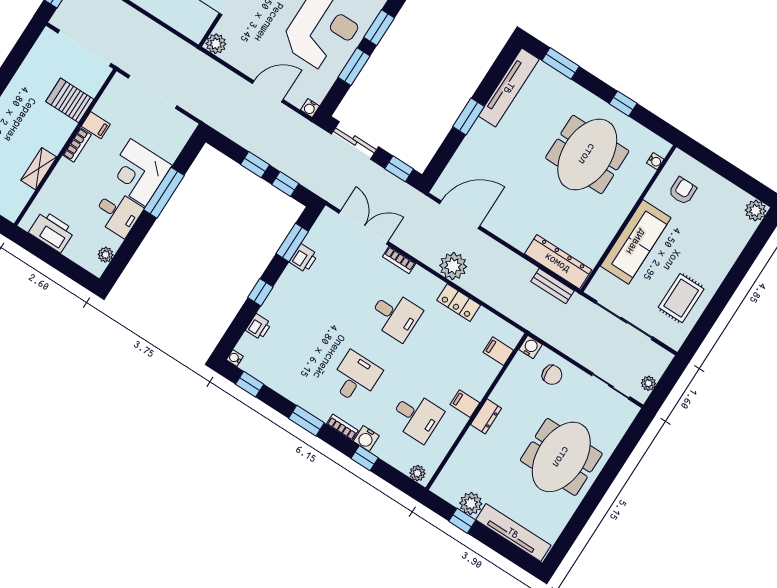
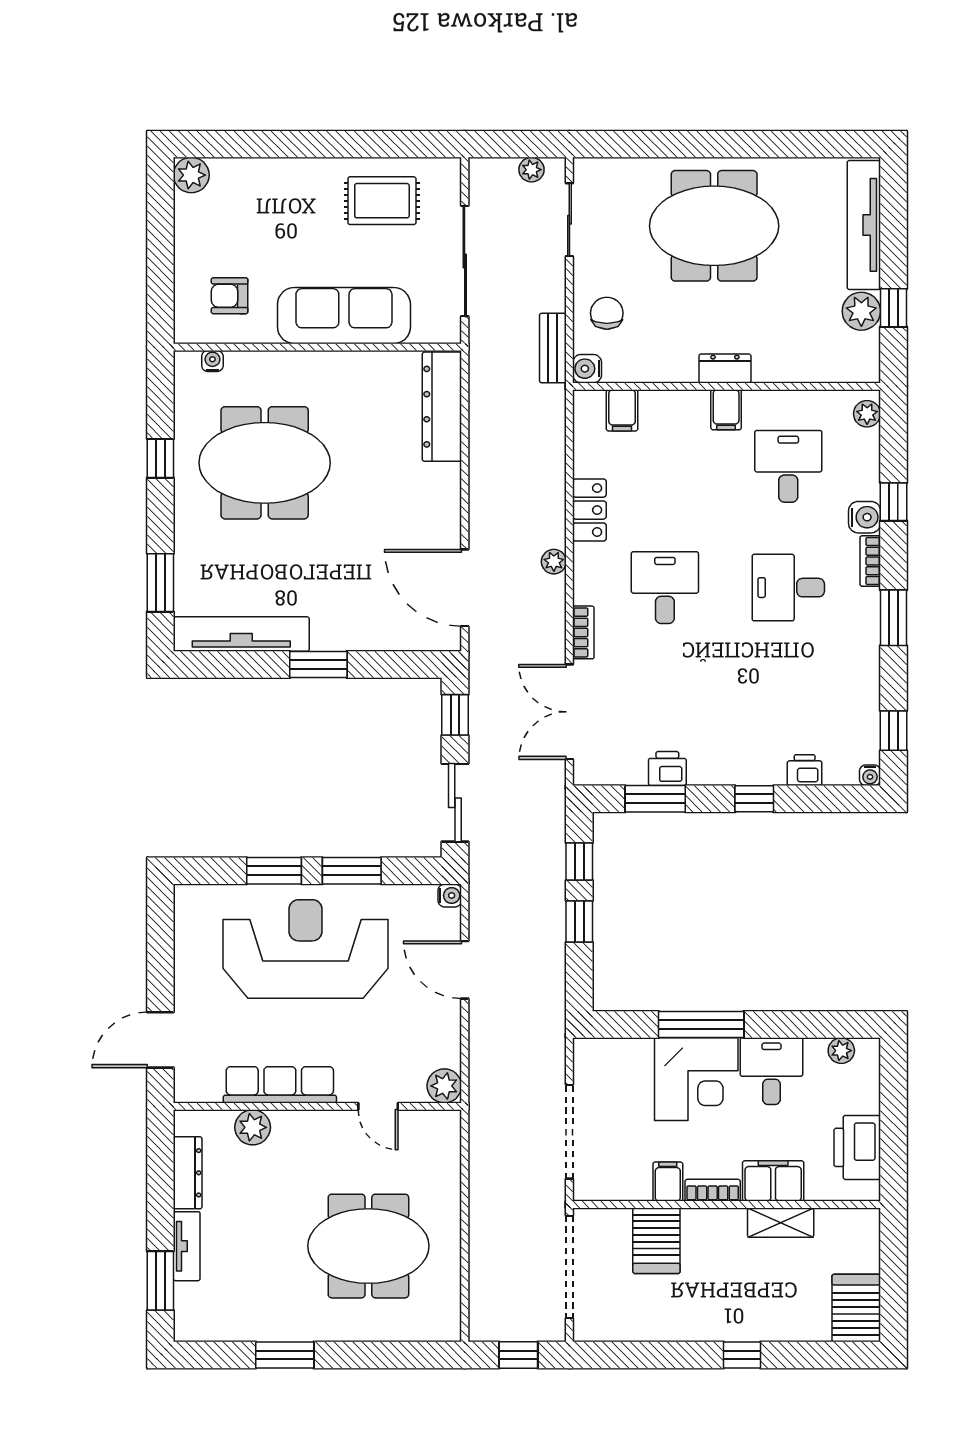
filing cabinet: (62, 178) -> (773, 1181), added
plant: (453, 266) -> (554, 562), width x0.53, depth x0.53
bench: (552, 286) -> (553, 348), moved

